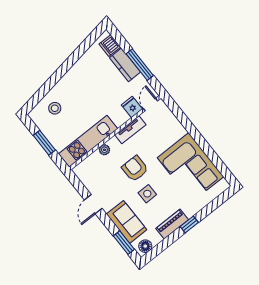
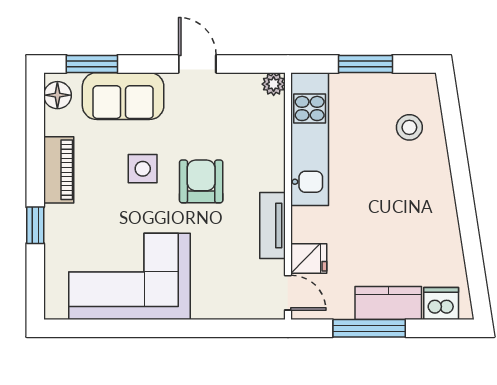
plant: (104, 150) -> (274, 84), moved
armchair: (135, 169) -> (201, 181), turned -90
window: (189, 224) -> (35, 225), moved

